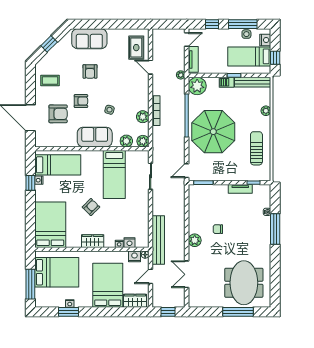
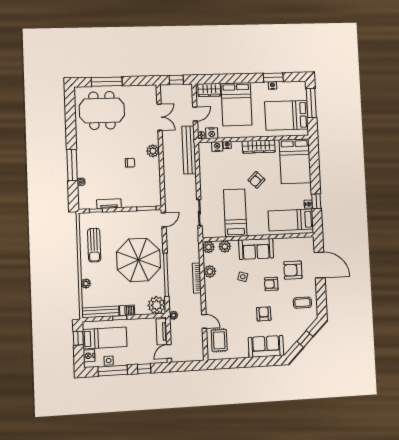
wardrobe: (93, 241) -> (259, 147), width x1.50
meeting table: (244, 283) -> (102, 110), turned 90

